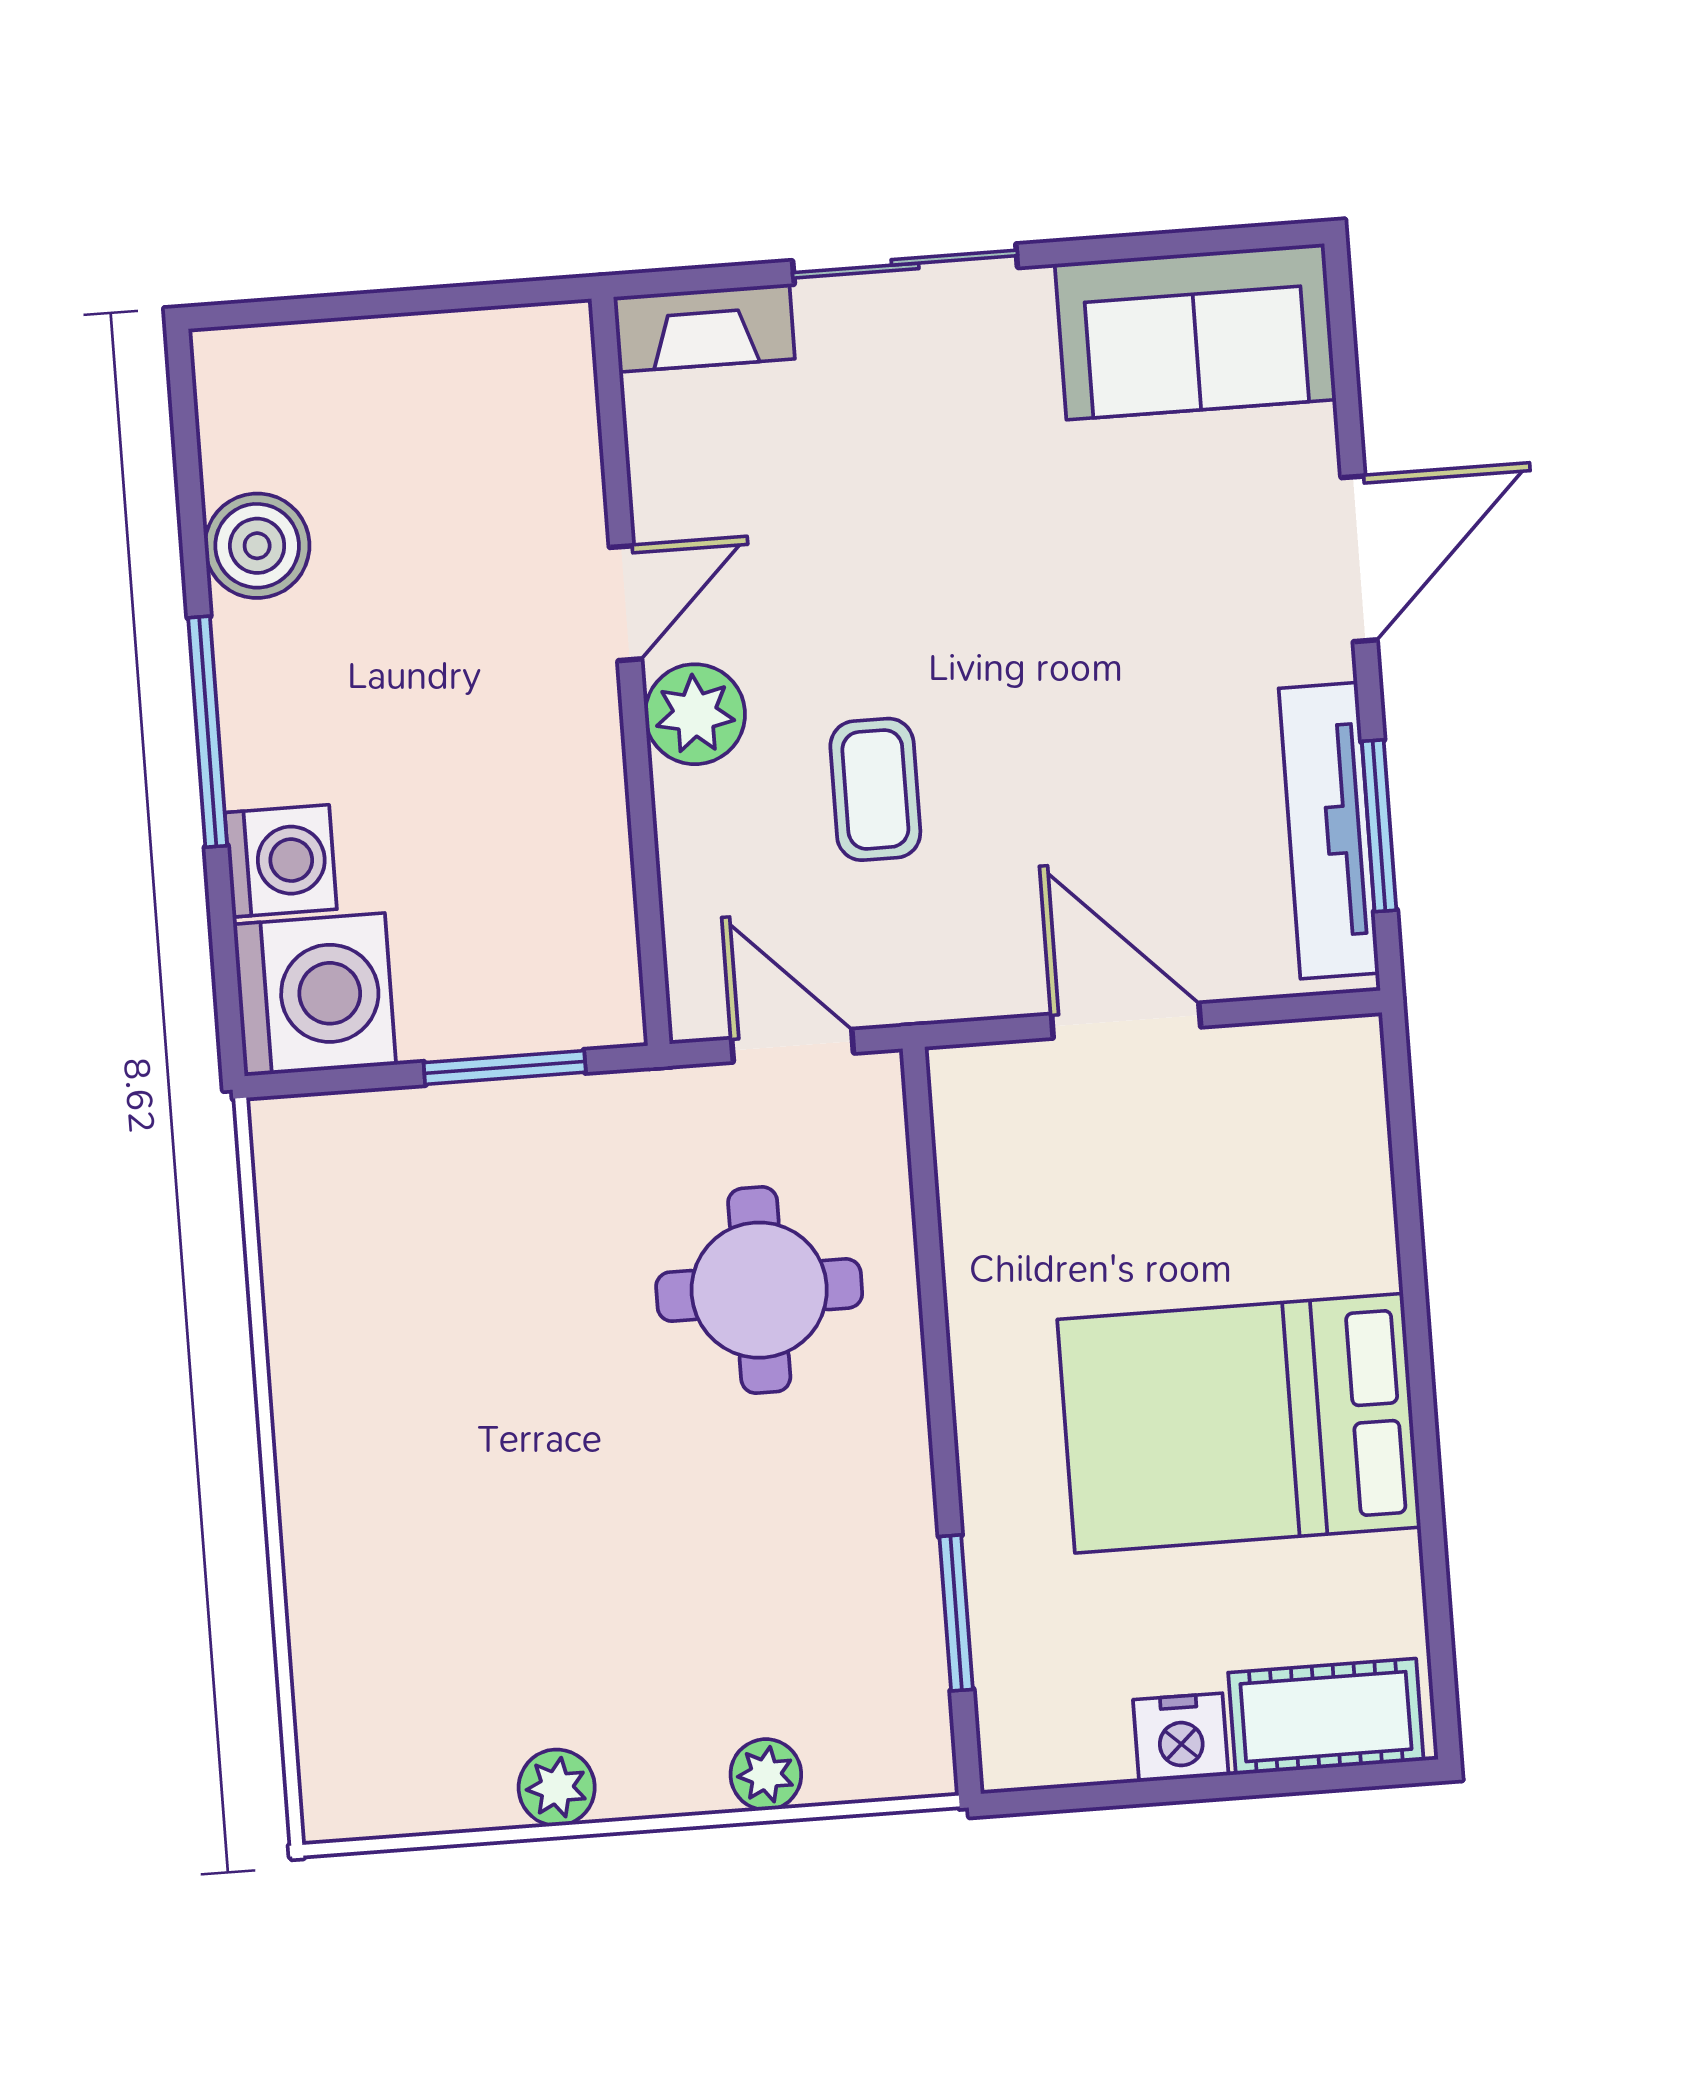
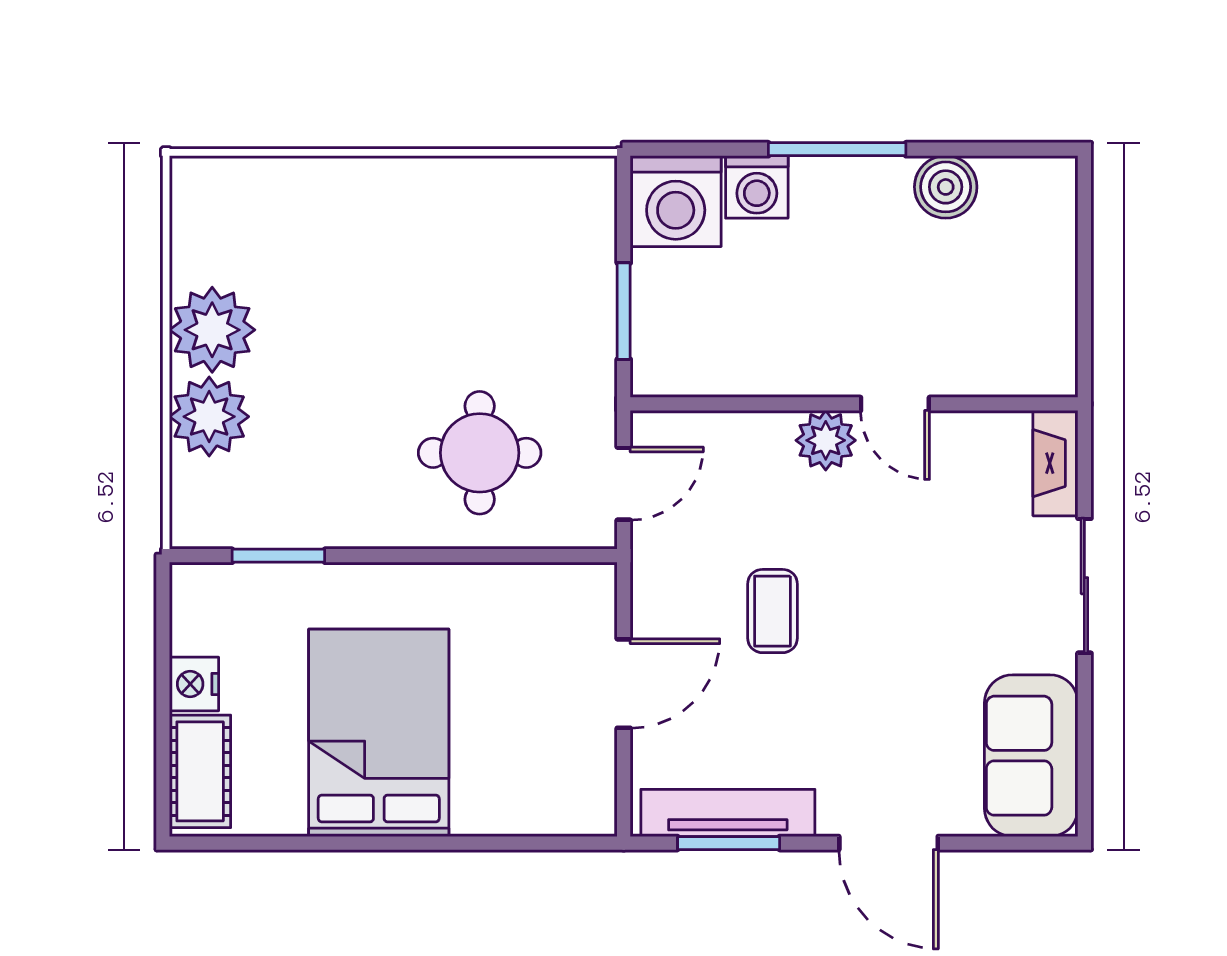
coffee table: (875, 789) -> (772, 611), moved, turned 90
plant: (766, 1775) -> (209, 417), width x1.88, depth x1.88
plant: (557, 1788) -> (212, 330), width x1.87, depth x1.87

